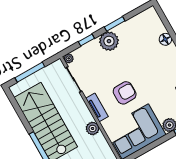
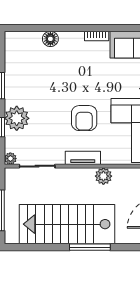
plant: (109, 41) -> (17, 118), moved
armchair: (125, 93) -> (84, 118), turned 180

